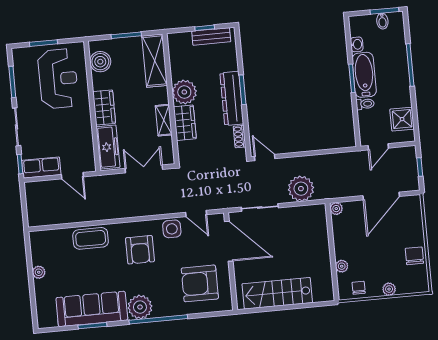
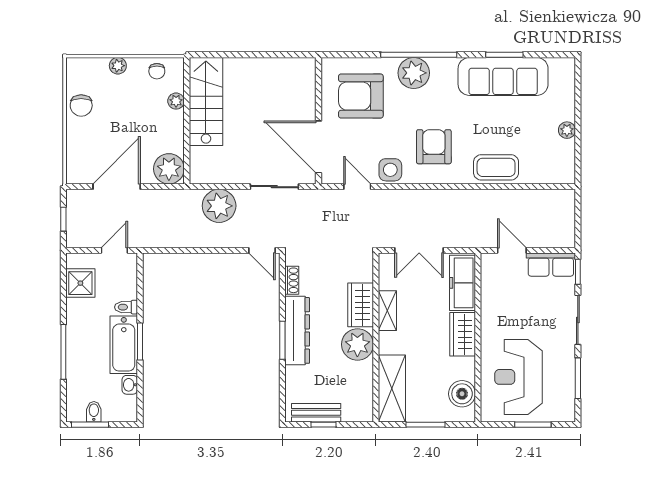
plant: (336, 209) -> (169, 169), width x1.88, depth x1.88
armchair: (200, 283) -> (361, 96), turned 180
stairs: (277, 293) -> (206, 102), moved, turned -90
plant: (140, 307) -> (414, 73), moved

